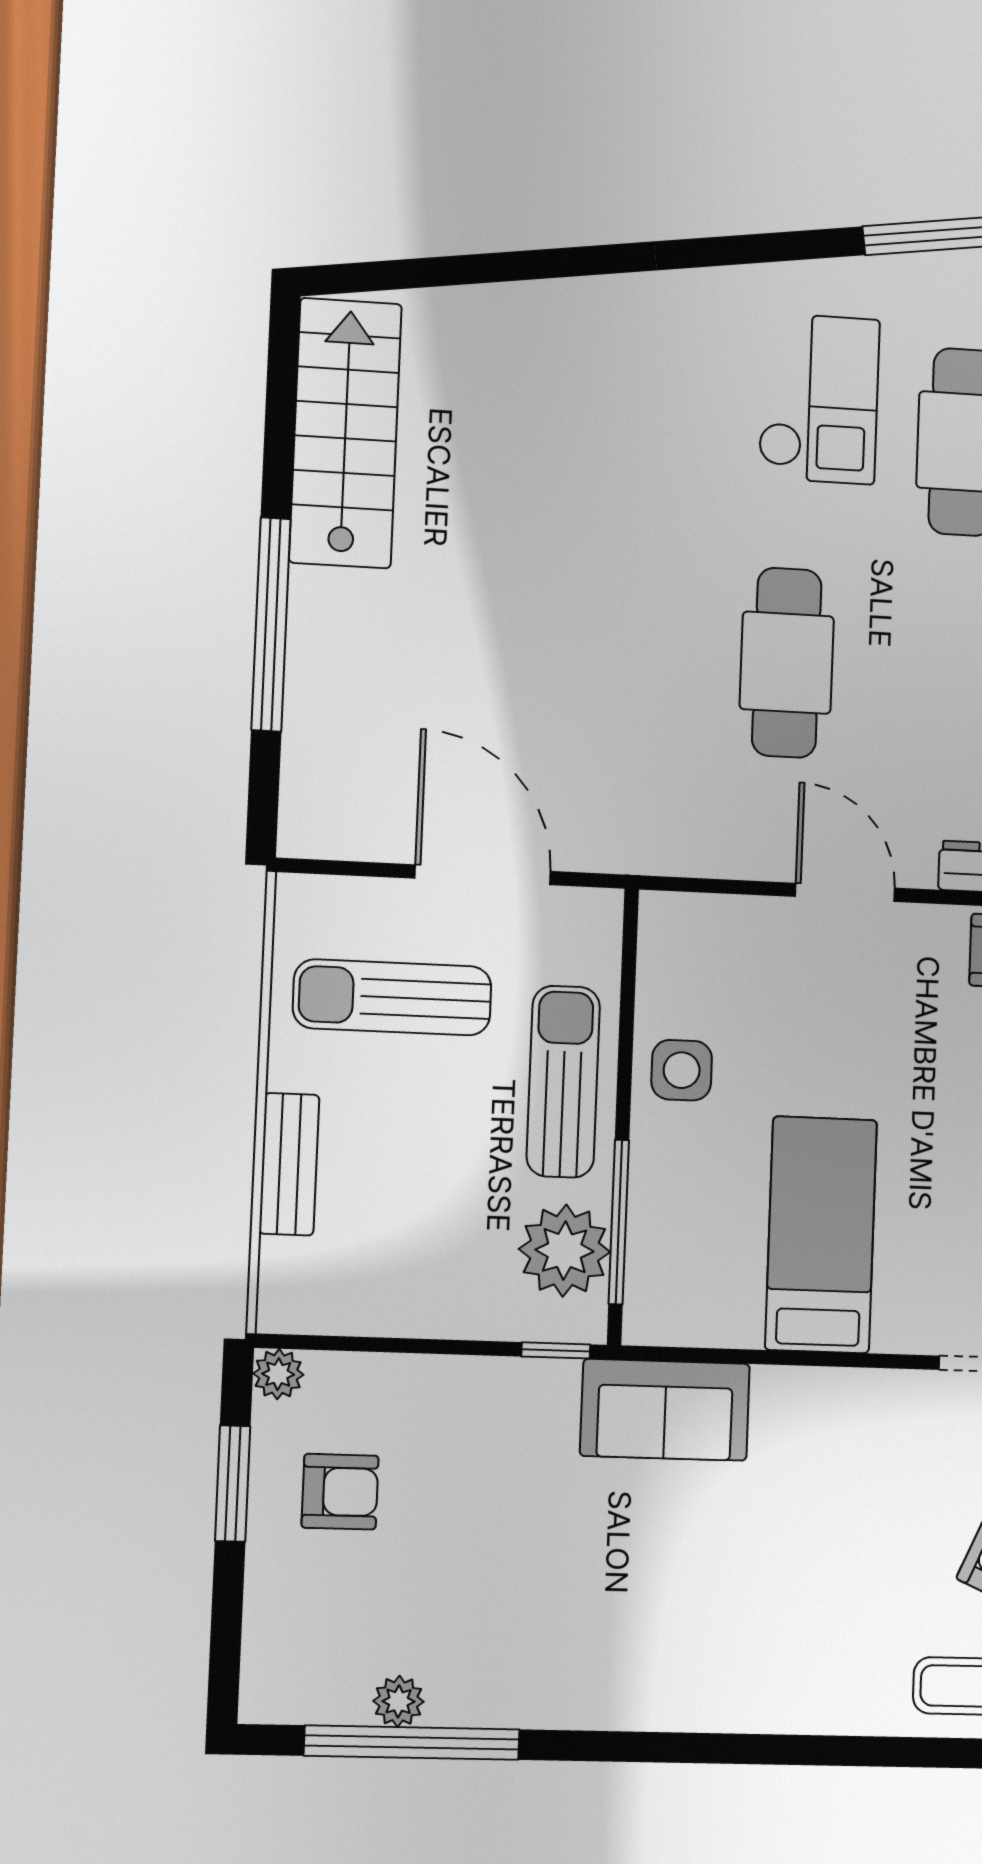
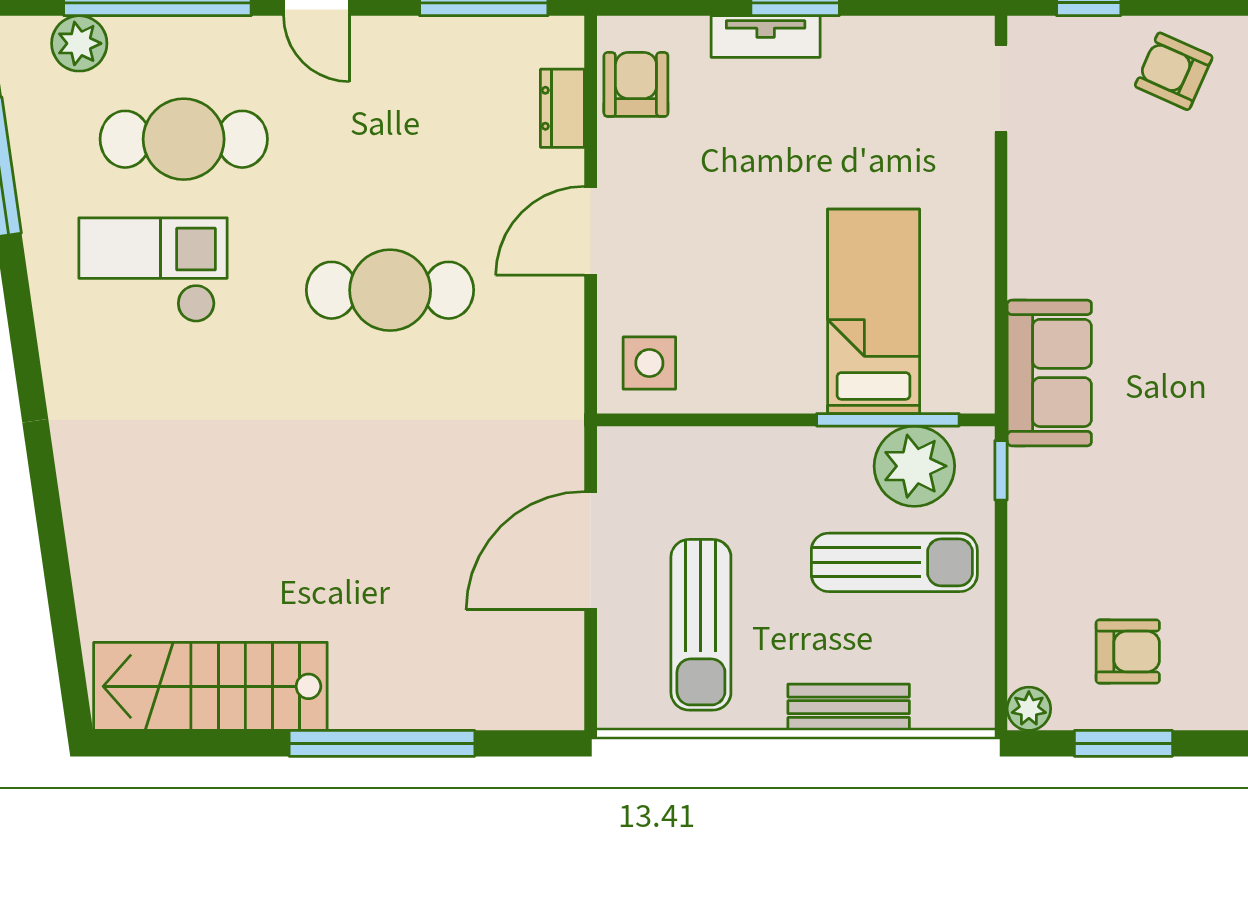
side table: (682, 1070) -> (649, 363), moved
sun lounger: (563, 1082) -> (894, 562), moved, turned 180
bed: (821, 1235) -> (874, 311), moved, turned 90
armchair: (340, 1492) -> (1128, 651), turned 90

